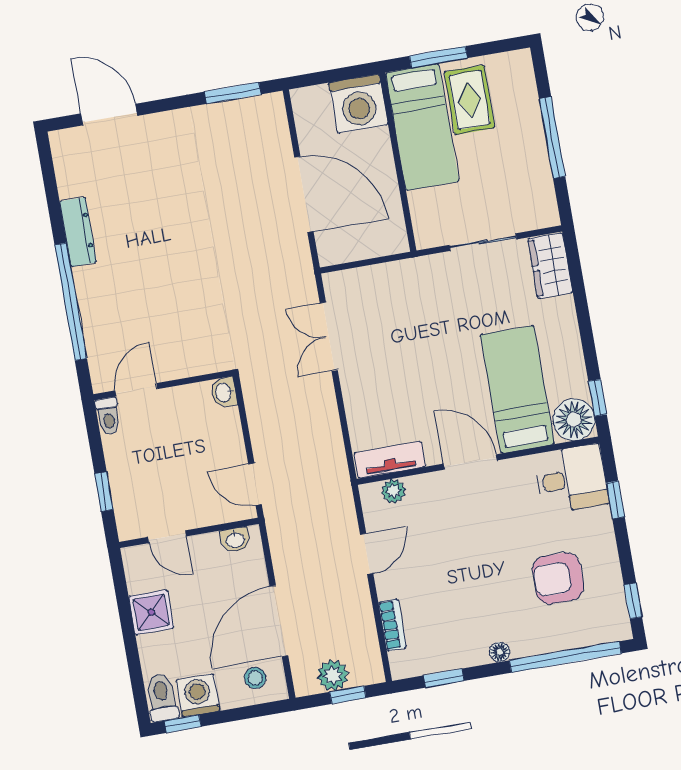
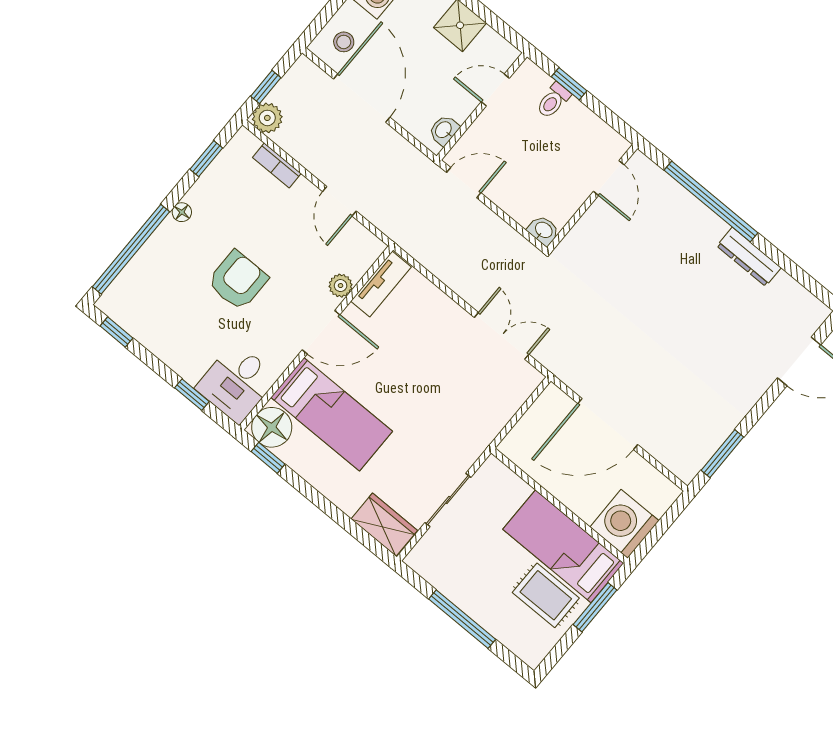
toilet: (108, 416) -> (553, 101), moved, turned -90
plant: (393, 491) -> (341, 286), moved
armchair: (558, 578) -> (238, 280), moved
plant: (333, 675) -> (267, 118), moved

